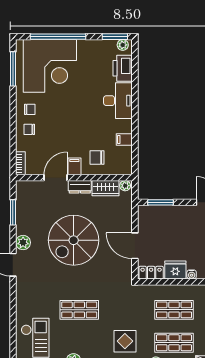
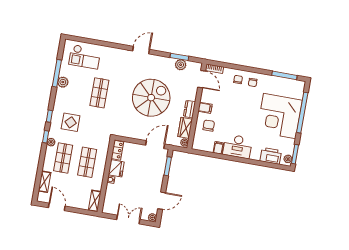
corner desk: (50, 66) -> (280, 116), moved
desk: (118, 101) -> (238, 146), moved
door: (56, 178) -> (202, 79), moved
spiral stairs: (74, 240) -> (151, 98), turned 90
plant: (23, 243) -> (181, 65), moved
door: (135, 246) -> (155, 145), moved

